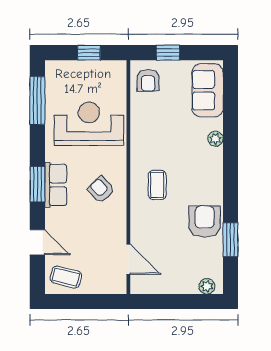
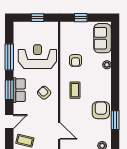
armchair: (148, 80) -> (76, 60), moved
window: (37, 100) -> (9, 57), moved
door: (37, 242) -> (9, 122), hinge flipped

